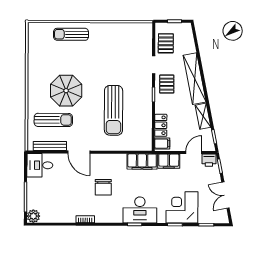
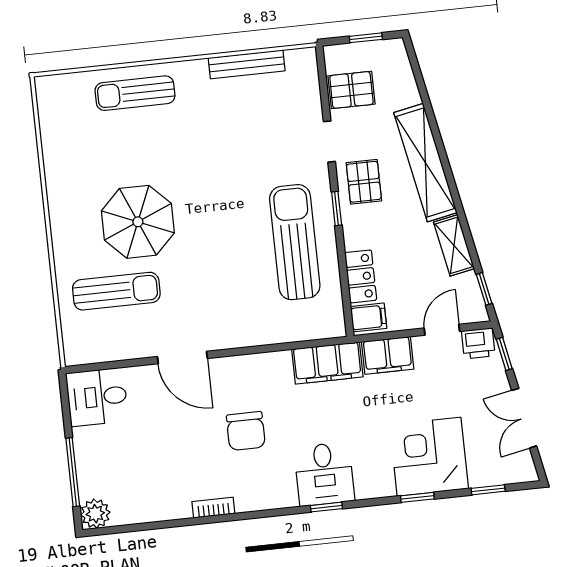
pallet: (166, 43) -> (351, 90), turned 90
sun lounger: (113, 110) -> (295, 242), moved, turned 180
bench: (50, 146) -> (247, 64), moved
desk: (140, 210) -> (324, 474), width x0.73

